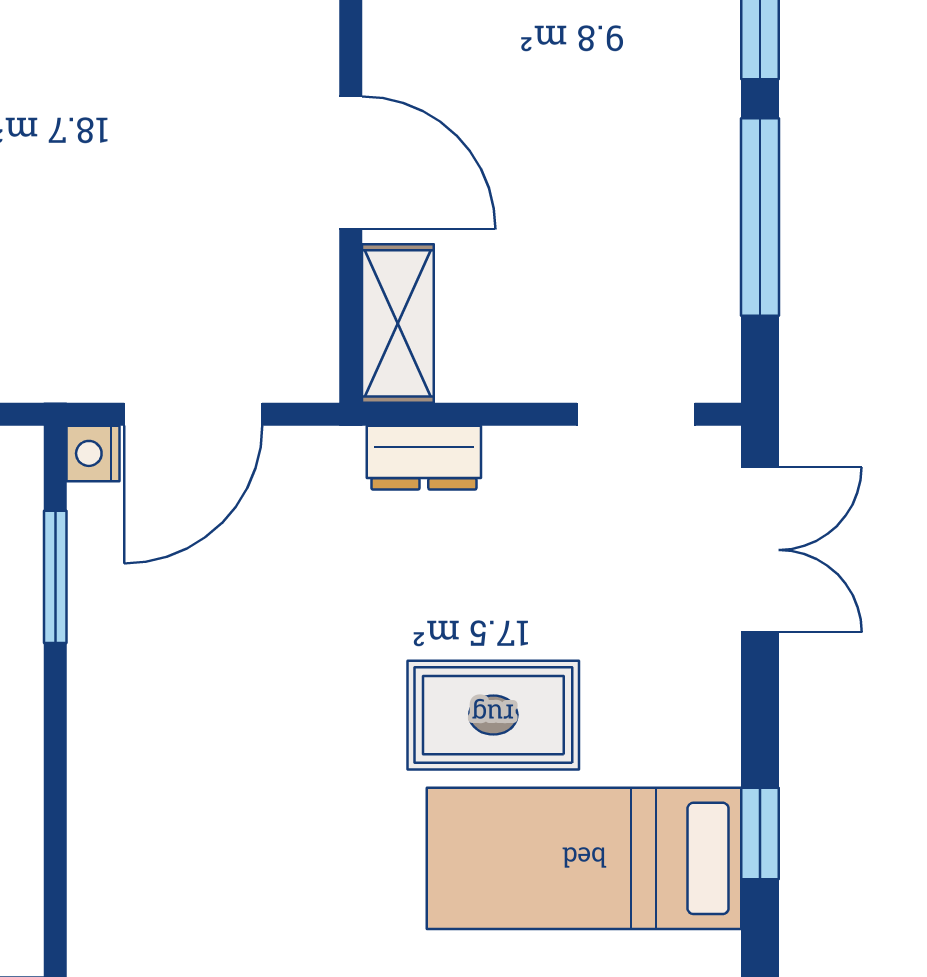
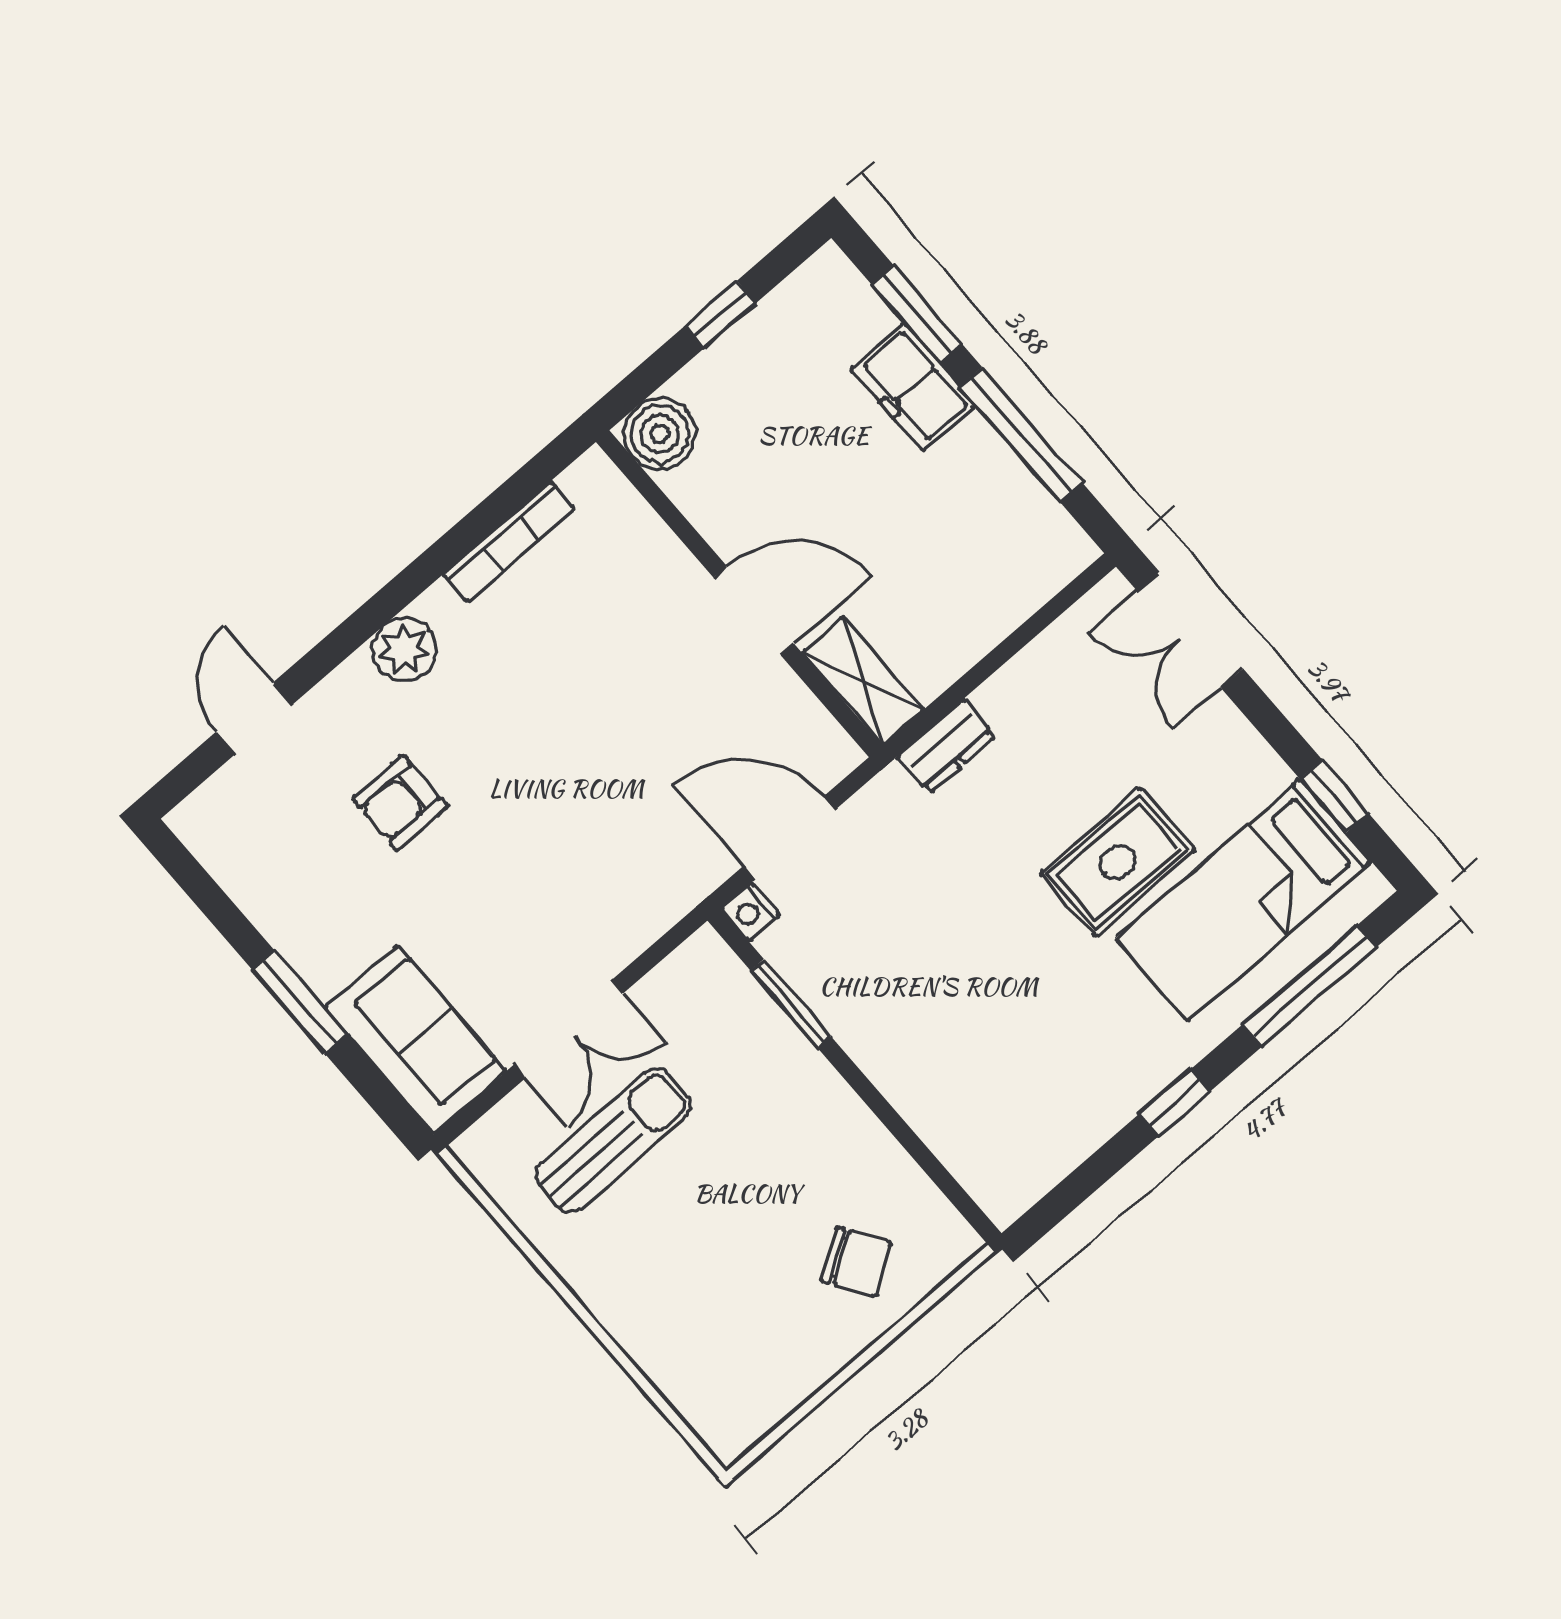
freezer: (695, 80) -> (913, 387), added
door: (193, 414) -> (789, 838), swing flipped
doorway: (636, 414) -> (1049, 613), removed
double door: (760, 550) -> (1190, 630), swing flipped

